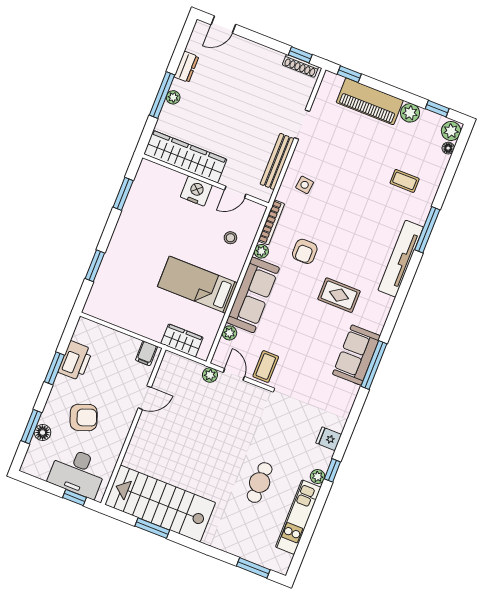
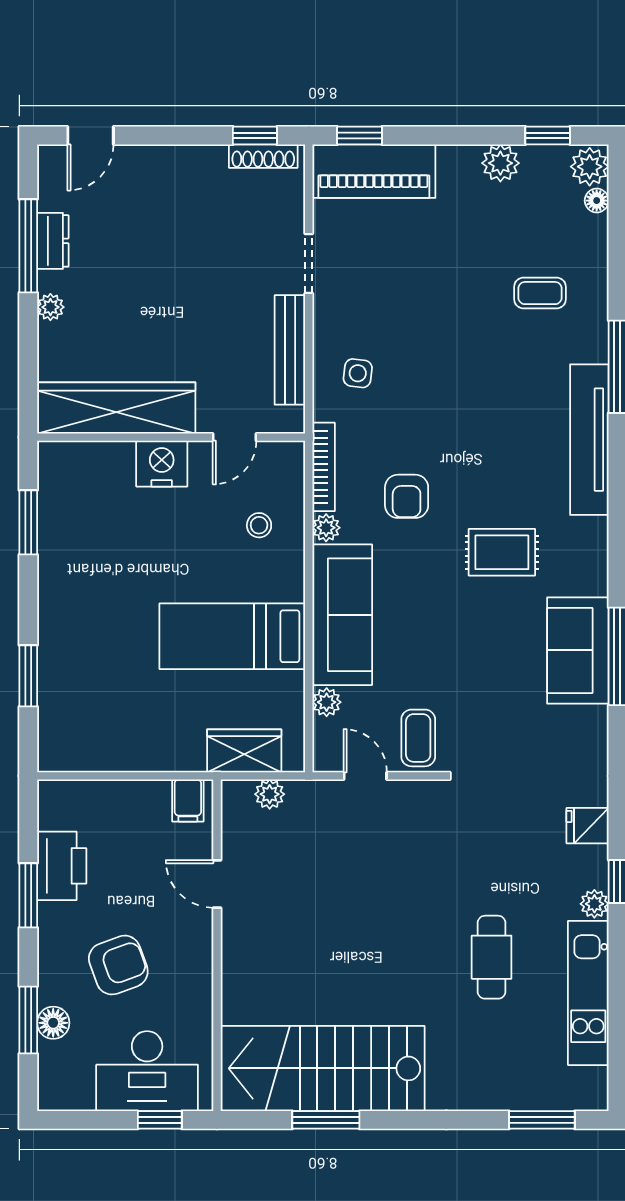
window: (162, 95) -> (28, 246), moved
piano: (370, 101) -> (374, 171), moved
plant: (210, 375) -> (270, 794), moved
door: (145, 398) -> (217, 884), swing flipped

